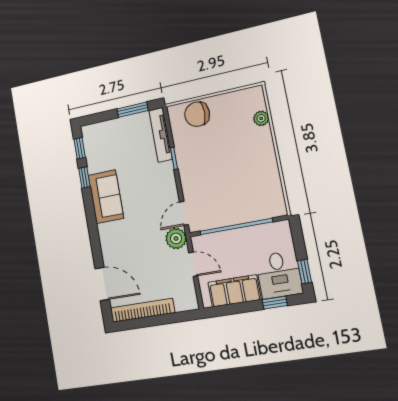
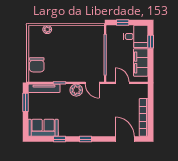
window: (80, 148) -> (85, 139), moved
sofa: (106, 197) -> (43, 128), moved
plant: (176, 238) -> (76, 90), moved
door: (193, 264) -> (122, 83), hinge flipped
window: (305, 272) -> (123, 22), moved
door: (102, 284) -> (125, 139), hinge flipped

